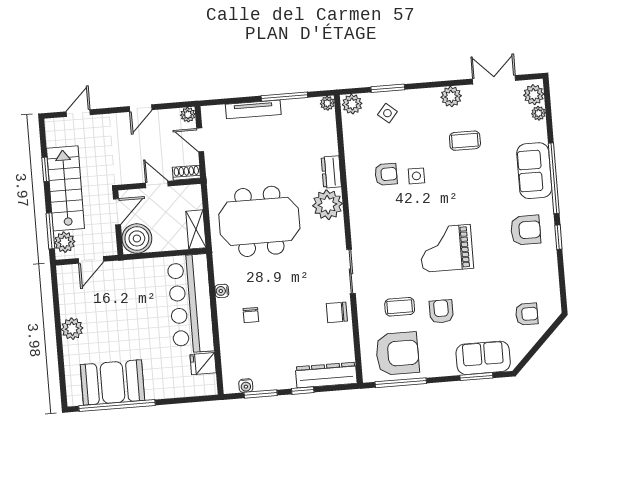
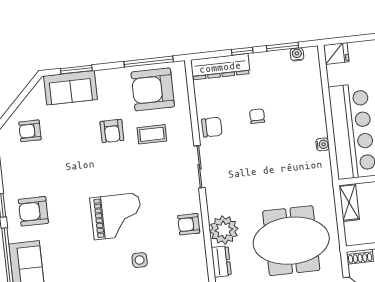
armchair: (386, 174) -> (189, 224), moved
meeting table: (259, 221) -> (291, 241), moved
grand piano: (446, 248) -> (117, 216), moved
chair: (251, 315) -> (257, 116), moved
fridge: (203, 364) -> (336, 53), moved

